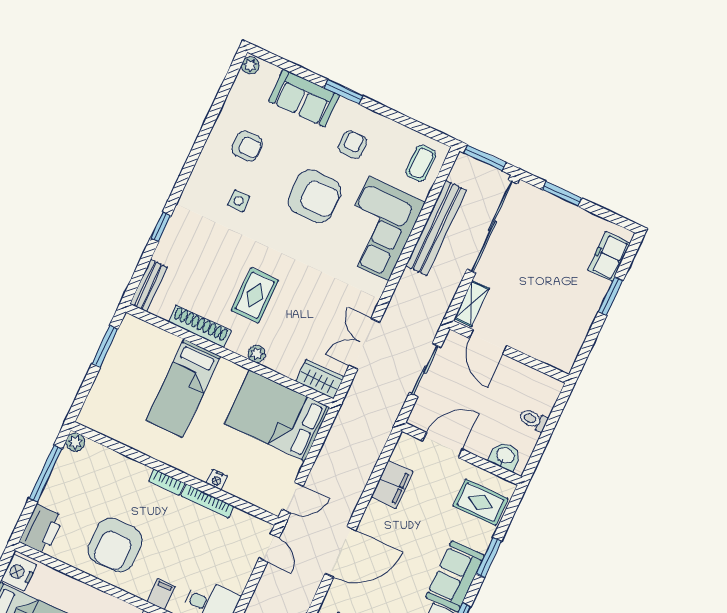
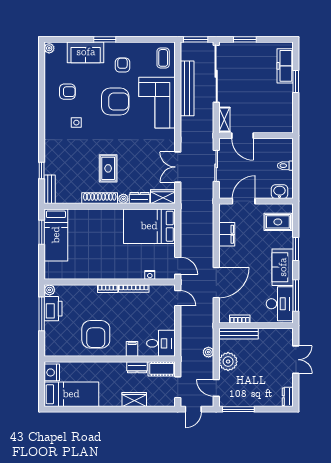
window: (161, 227) -> (42, 171), moved
freezer: (609, 257) -> (285, 66), width x1.40
shoe rack: (200, 326) -> (100, 198), moved
dresser: (282, 364) -> (140, 198), added
bed: (183, 388) -> (56, 235), moved
nightstand: (217, 480) -> (150, 275), moved
door: (293, 498) -> (178, 266), hinge flipped
printer: (41, 529) -> (53, 309), moved

